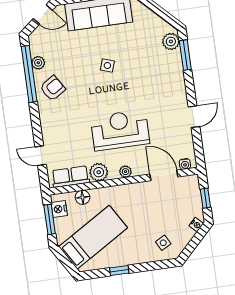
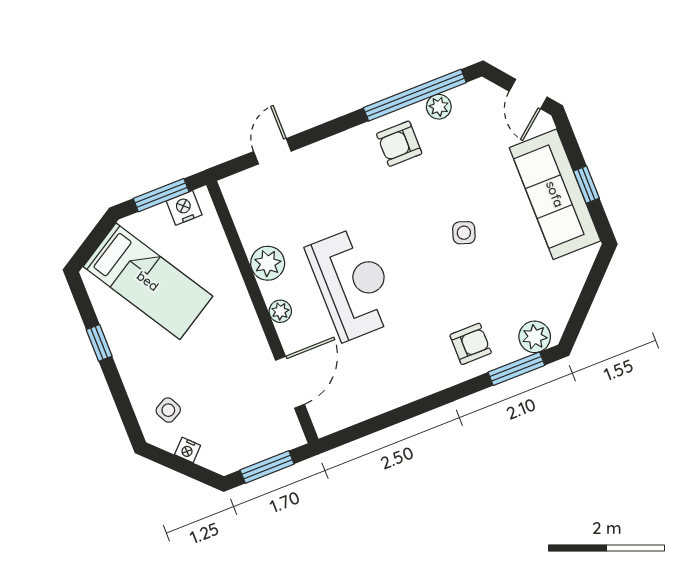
armchair: (167, 76) -> (471, 344), added
armchair: (53, 88) -> (399, 144), turned 122
door: (194, 117) -> (409, 411), removed
water cooler: (185, 164) -> (320, 415), removed
row of seats: (71, 177) -> (247, 214), removed
floor lamp: (83, 197) -> (215, 245), removed
window: (205, 198) -> (267, 467), width x1.50
nightstand: (196, 225) -> (188, 450), moved

